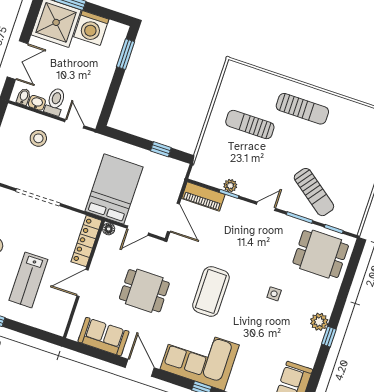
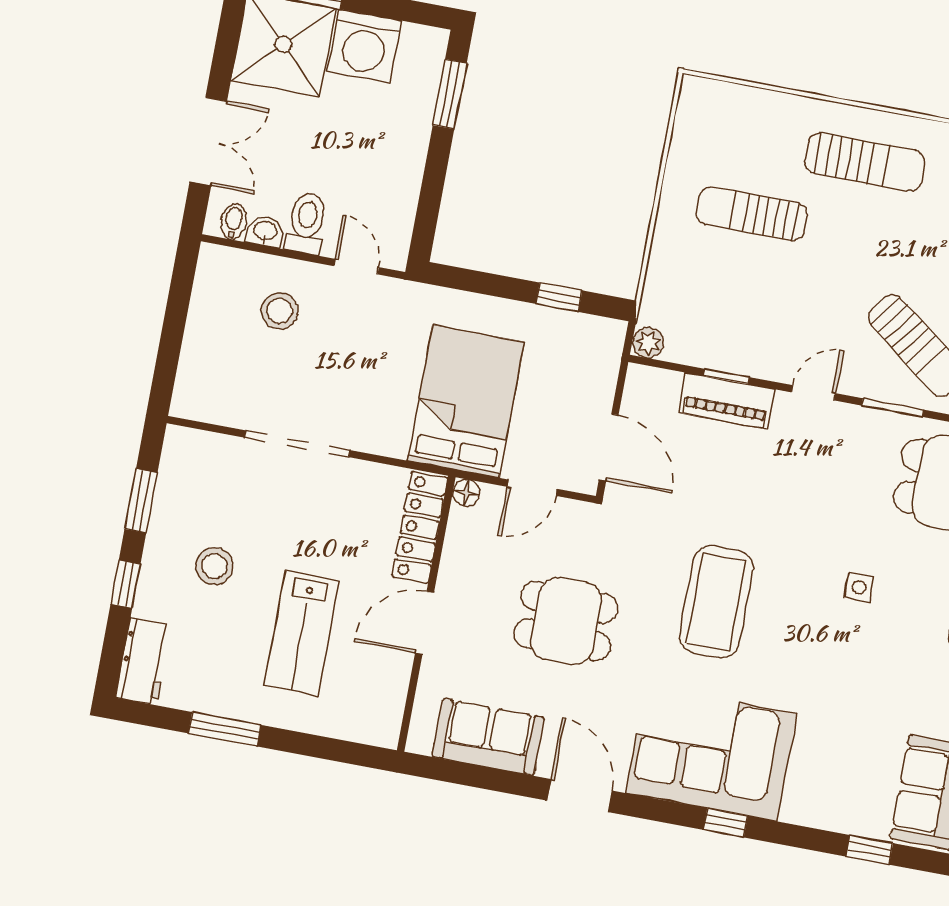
plant: (230, 186) -> (648, 343), moved
piano: (203, 196) -> (727, 401), moved

